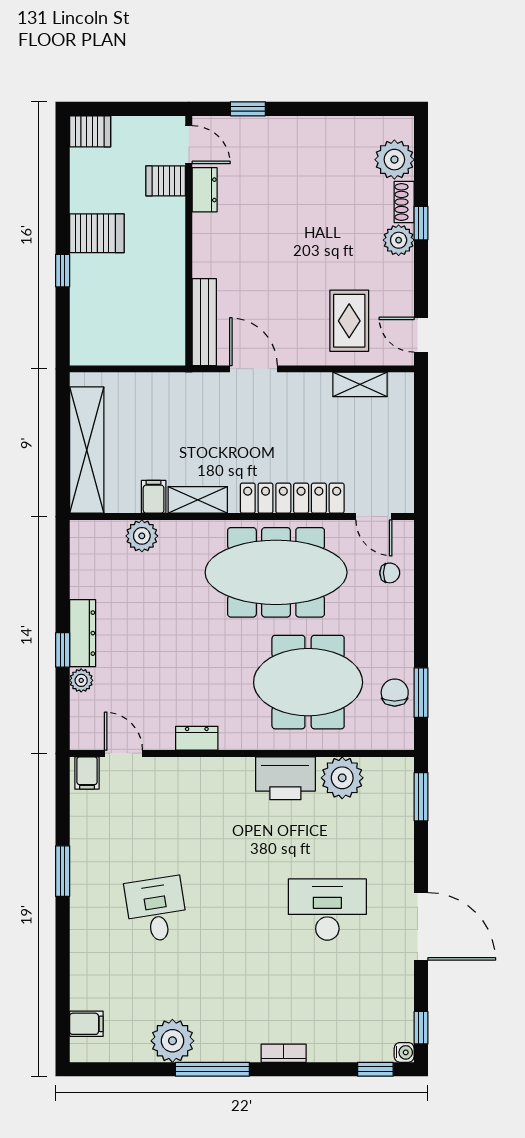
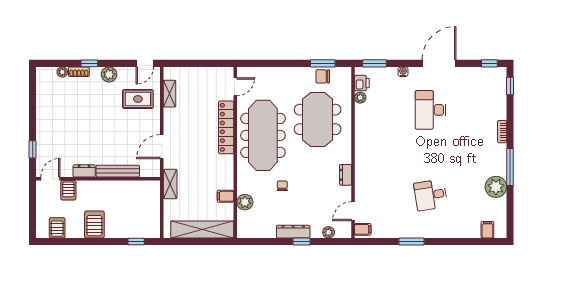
server rack: (90, 131) -> (57, 228), moved
plant: (394, 160) -> (62, 72), width x0.53, depth x0.53
dresser: (205, 190) -> (84, 171), moved
plant: (399, 240) -> (109, 74), moved
window: (63, 271) -> (136, 242), moved
bench: (204, 322) -> (118, 171), moved
shelving: (198, 500) -> (170, 184), moved
chair: (390, 573) -> (282, 186), moved
plant: (81, 680) -> (329, 232), moved
printer: (285, 778) -> (362, 83), moved, width x0.53, depth x0.68
plant: (342, 778) -> (360, 98), width x0.53, depth x0.53
water cooler: (404, 1052) -> (403, 72), moved

